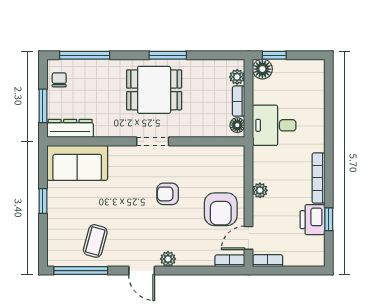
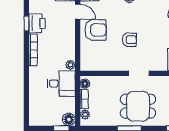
plant: (260, 190) -> (70, 65), moved
armchair: (221, 209) -> (95, 30), turned 90
door: (249, 238) -> (78, 12), hinge flipped

